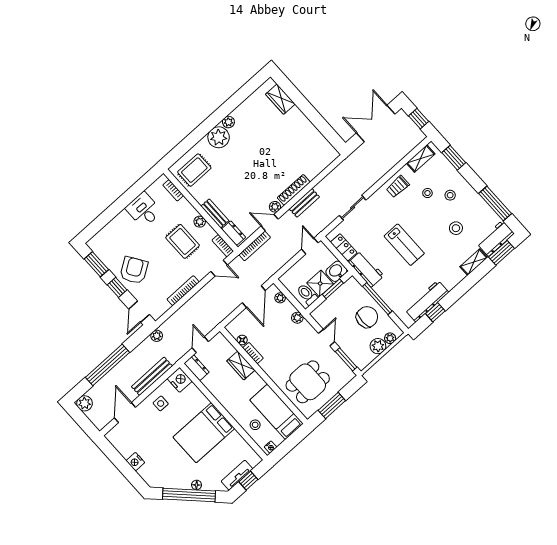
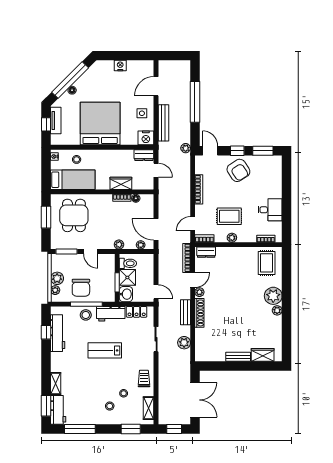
bench: (215, 213) -> (238, 357), moved
stool: (456, 228) -> (86, 315), moved
plant: (85, 403) -> (184, 343), moved
door: (125, 413) -> (156, 86), swing flipped
bed: (204, 433) -> (100, 124), width x1.36

